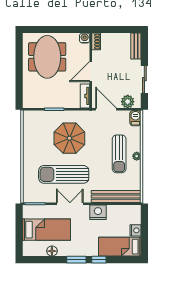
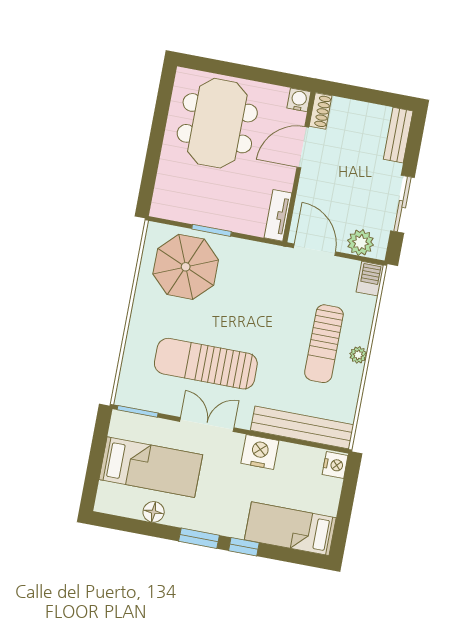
door: (91, 71) -> (303, 147), moved
parasol: (69, 138) -> (186, 267), moved
nightstand: (136, 230) -> (335, 465), moved

